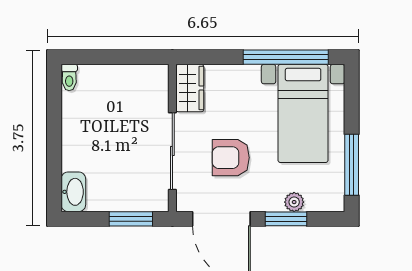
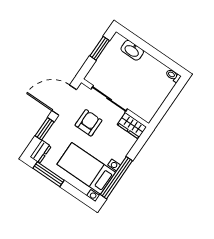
washbasin: (73, 192) -> (132, 50), moved
dresser: (325, 201) -> (41, 152), added
plant: (294, 202) -> (50, 137), removed
window: (131, 219) -> (100, 48), moved

